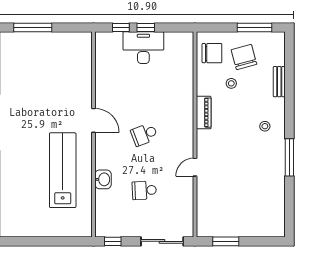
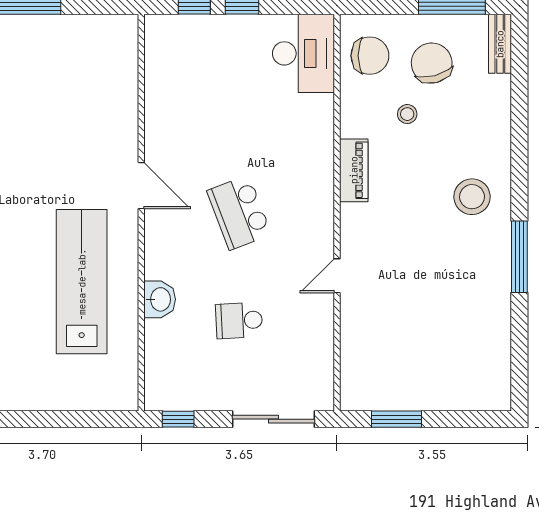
desk: (143, 48) -> (303, 53), moved, turned 90
bench: (279, 82) -> (500, 44), moved
stool: (265, 126) -> (472, 197), width x1.89, depth x1.89
school desk: (144, 134) -> (239, 213), width x1.85

